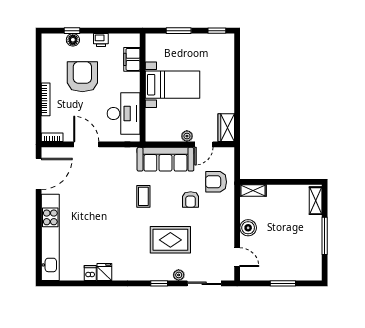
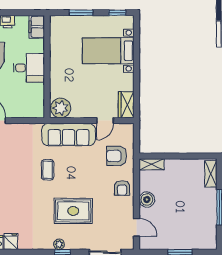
filing cabinet: (132, 59) -> (37, 27), moved
bed with nightstands: (173, 85) -> (108, 51), moved, turned 180
desk: (124, 113) -> (29, 68), moved, width x0.73
plant: (187, 136) -> (61, 108), moved, width x1.88, depth x1.88
armchair: (191, 199) -> (122, 188), moved
plant: (179, 275) -> (59, 244), moved

